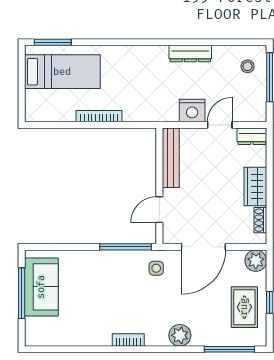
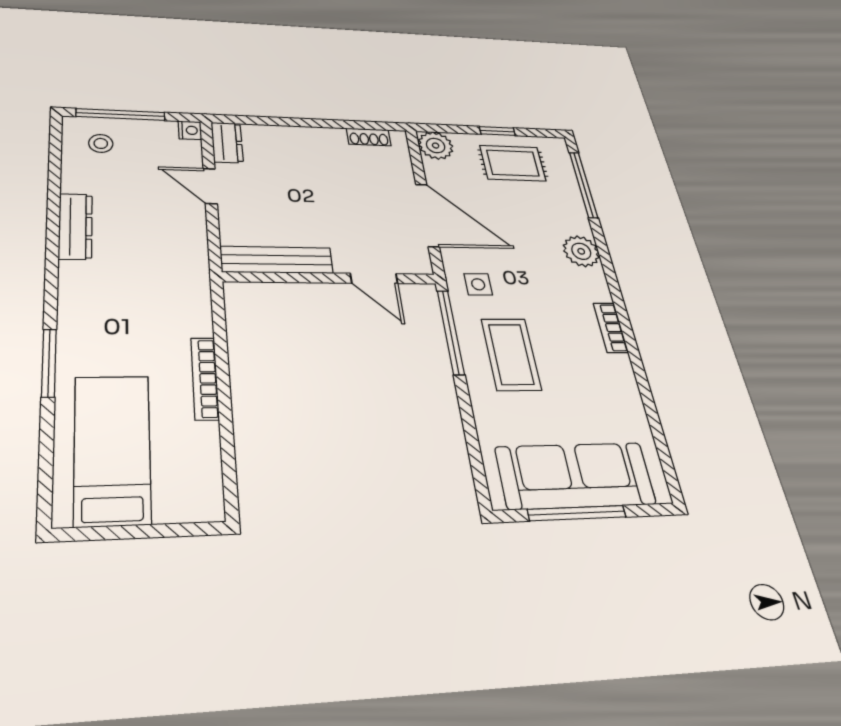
window: (53, 42) -> (49, 363), moved
nightstand: (192, 111) -> (190, 130), moved, width x0.53, depth x0.56
wardrobe: (255, 186) -> (313, 141), removed
coffee table: (112, 278) -> (511, 354), added
sofa: (41, 287) -> (575, 476), width x1.36

